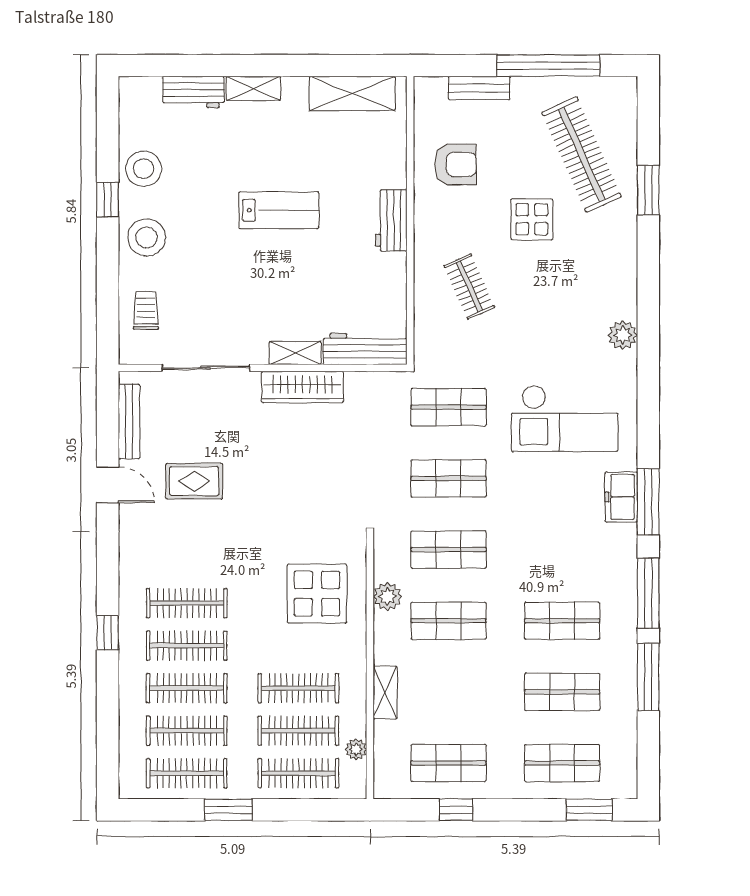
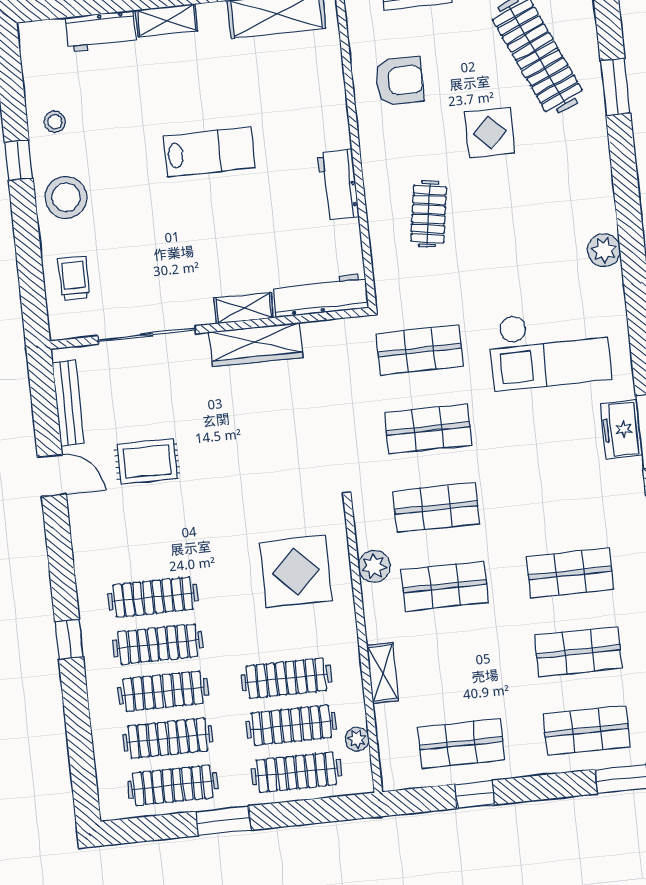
stool: (144, 169) -> (55, 122), width x0.53, depth x0.53
workbench: (391, 221) -> (338, 185), moved
clothes rail: (469, 286) -> (429, 214), turned 33

